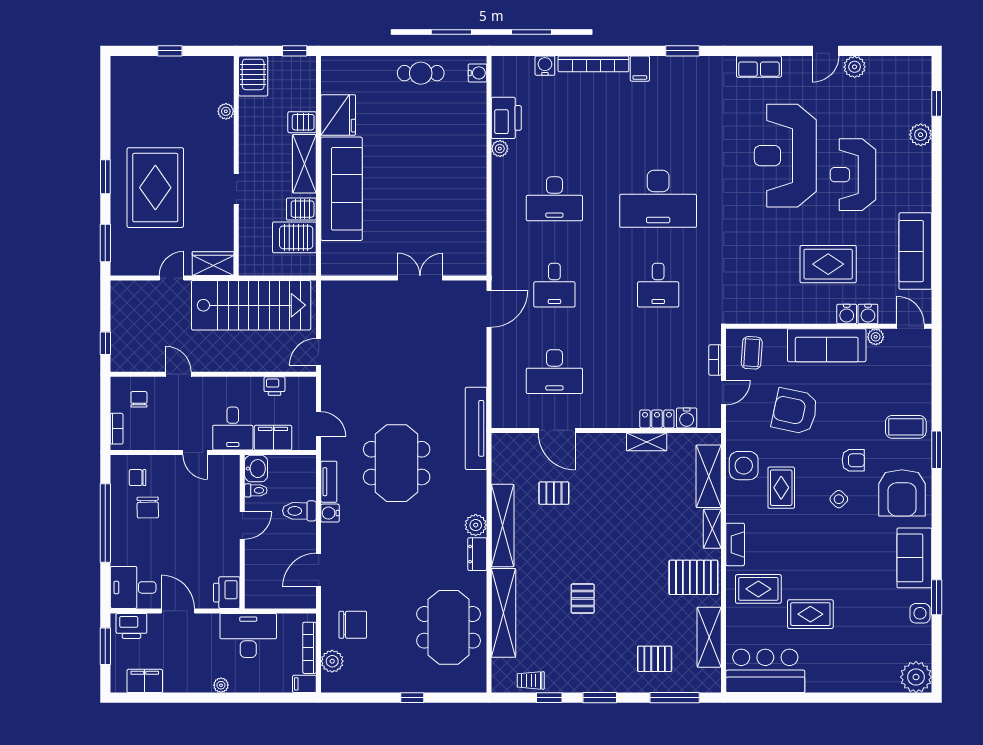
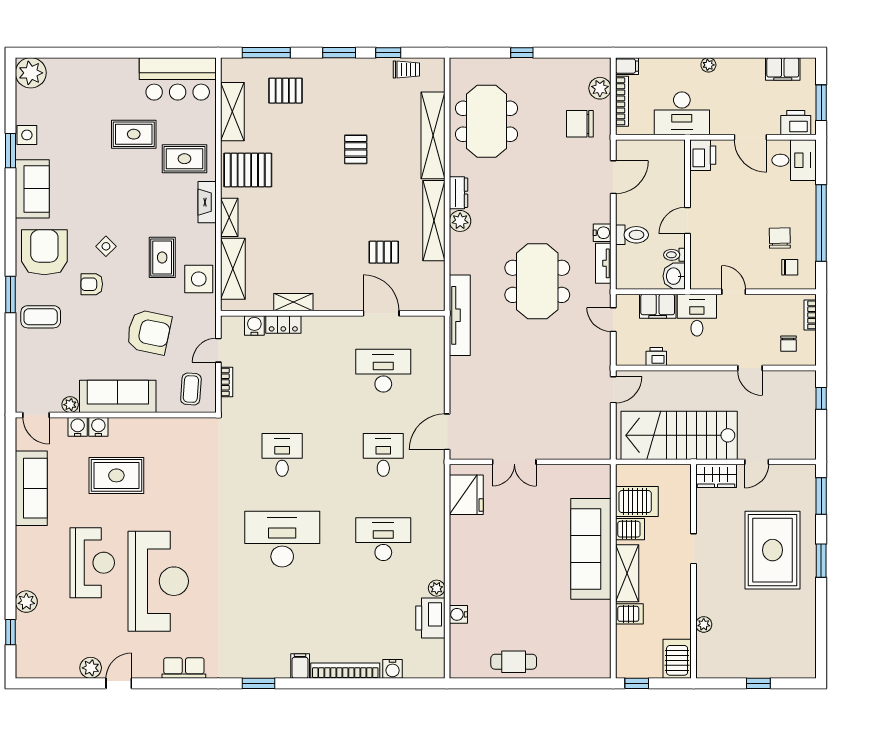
water cooler: (477, 73) -> (458, 614), moved
fridge: (338, 115) -> (466, 495), moved, turned 180

